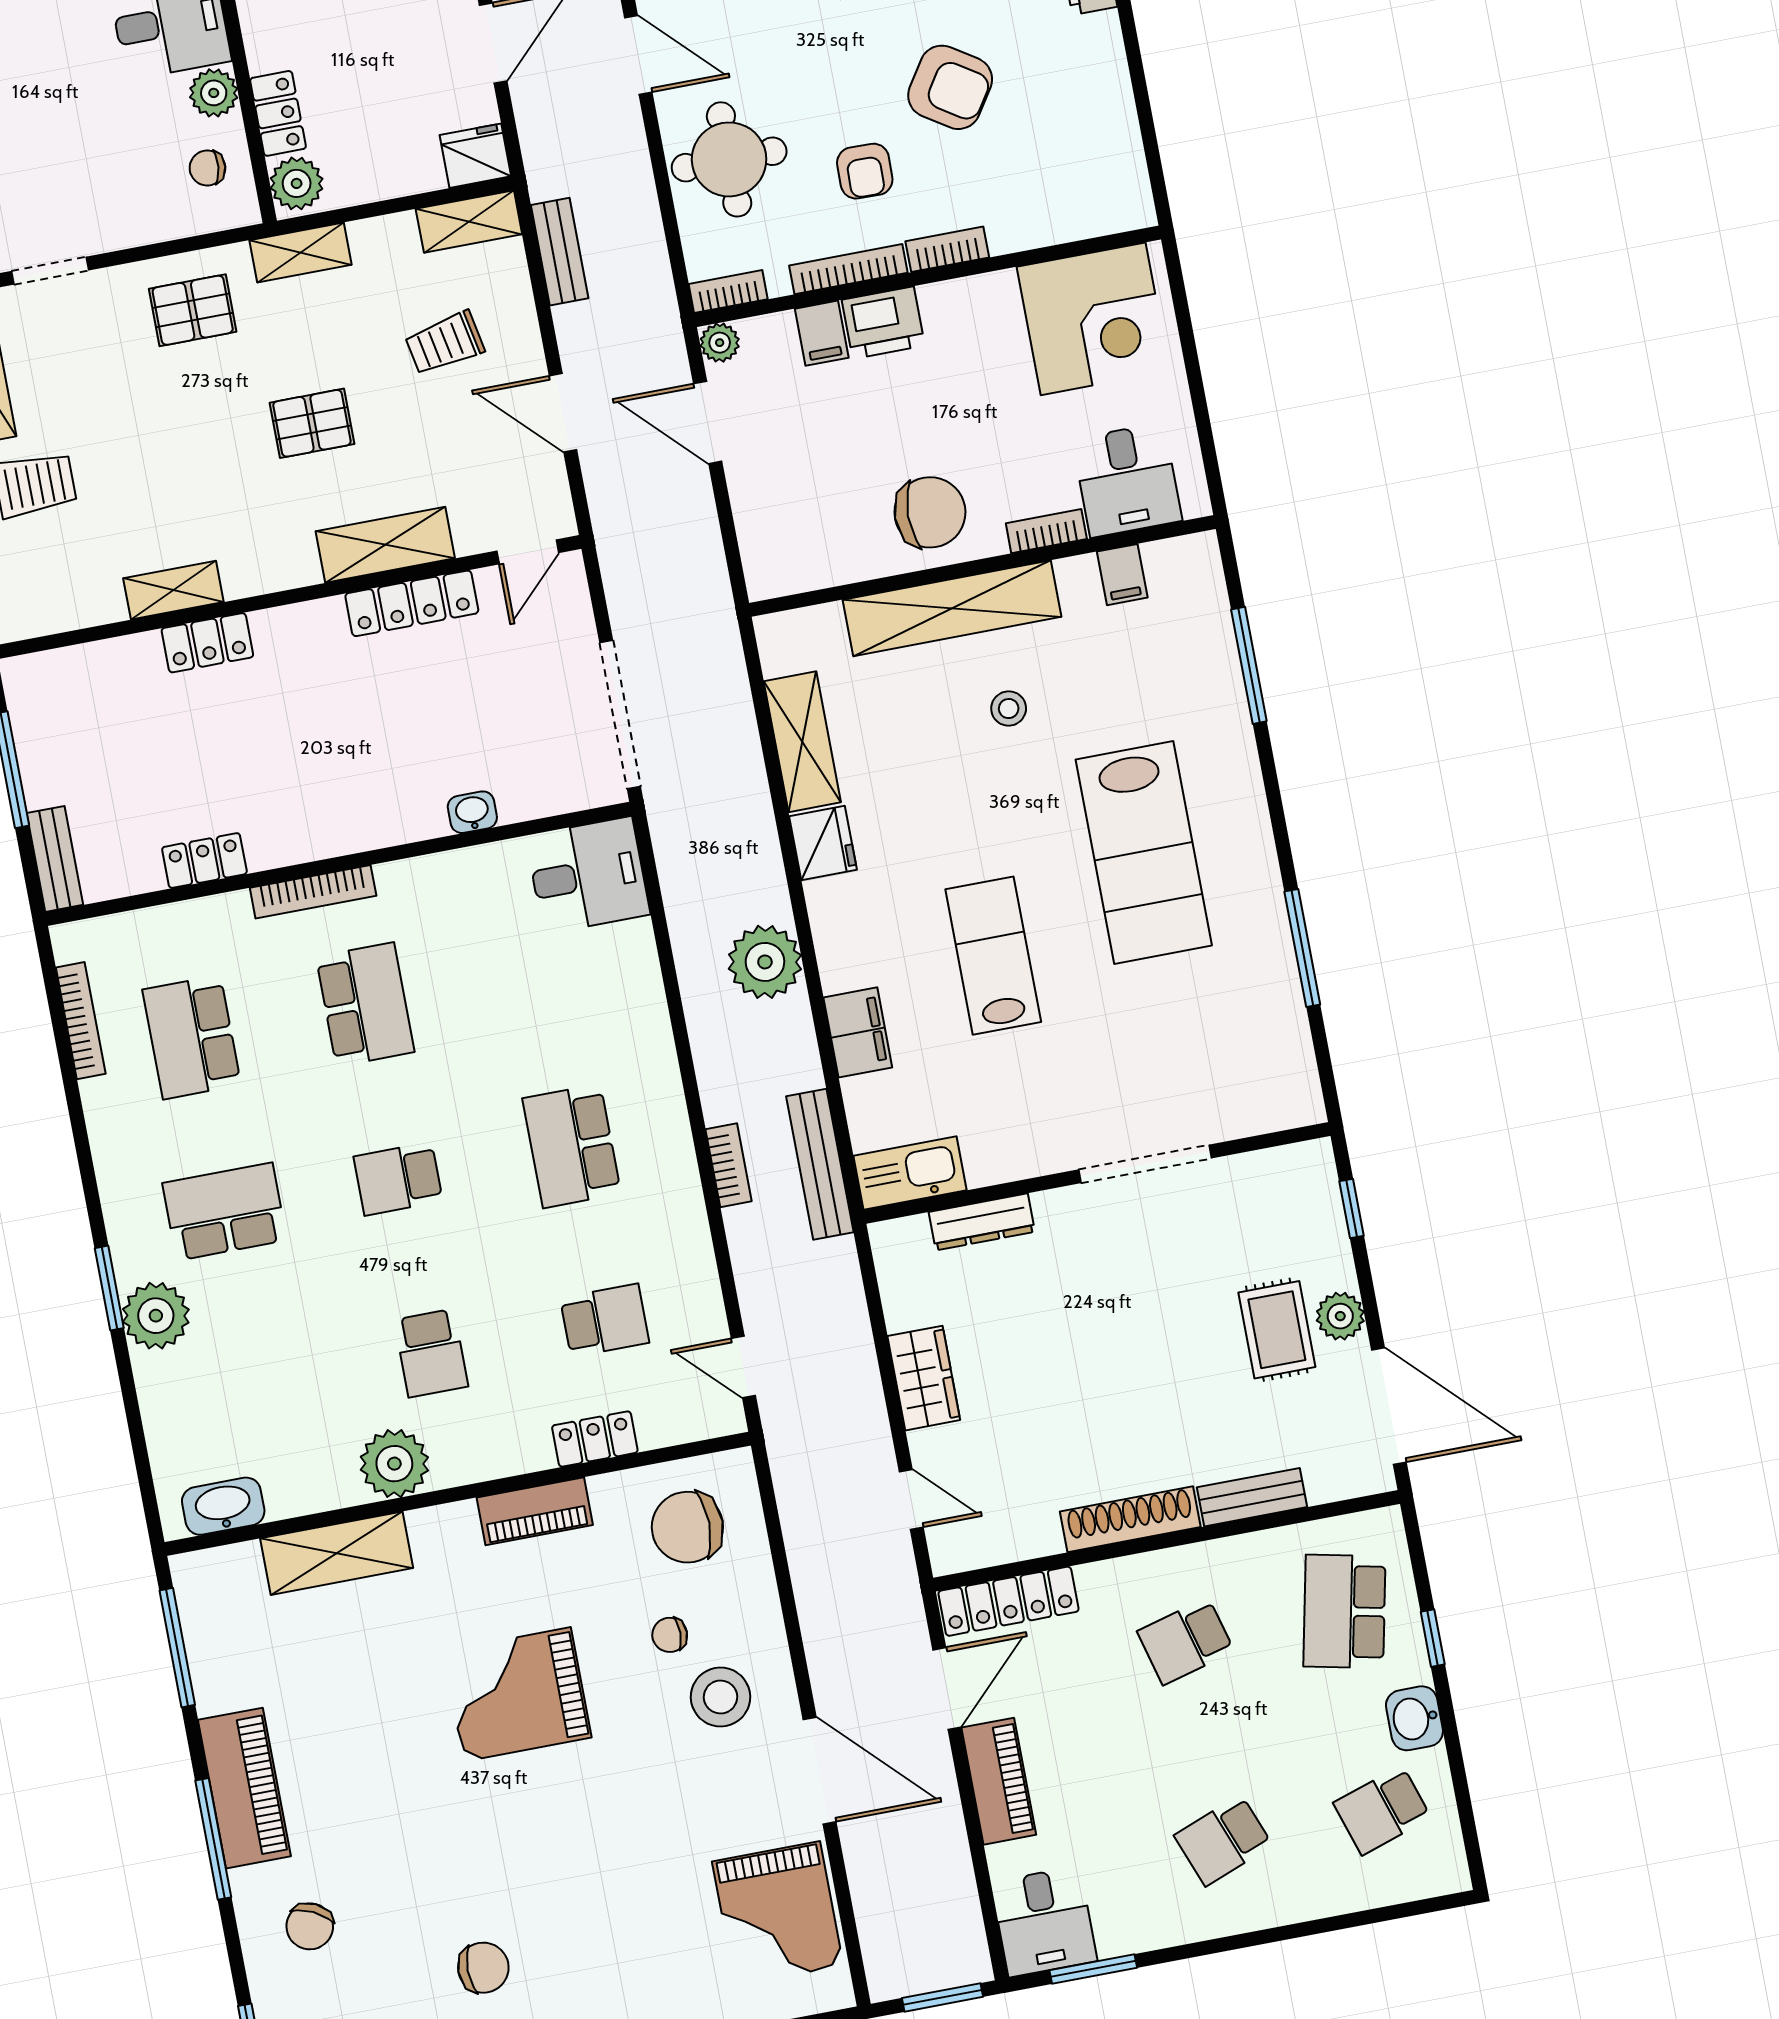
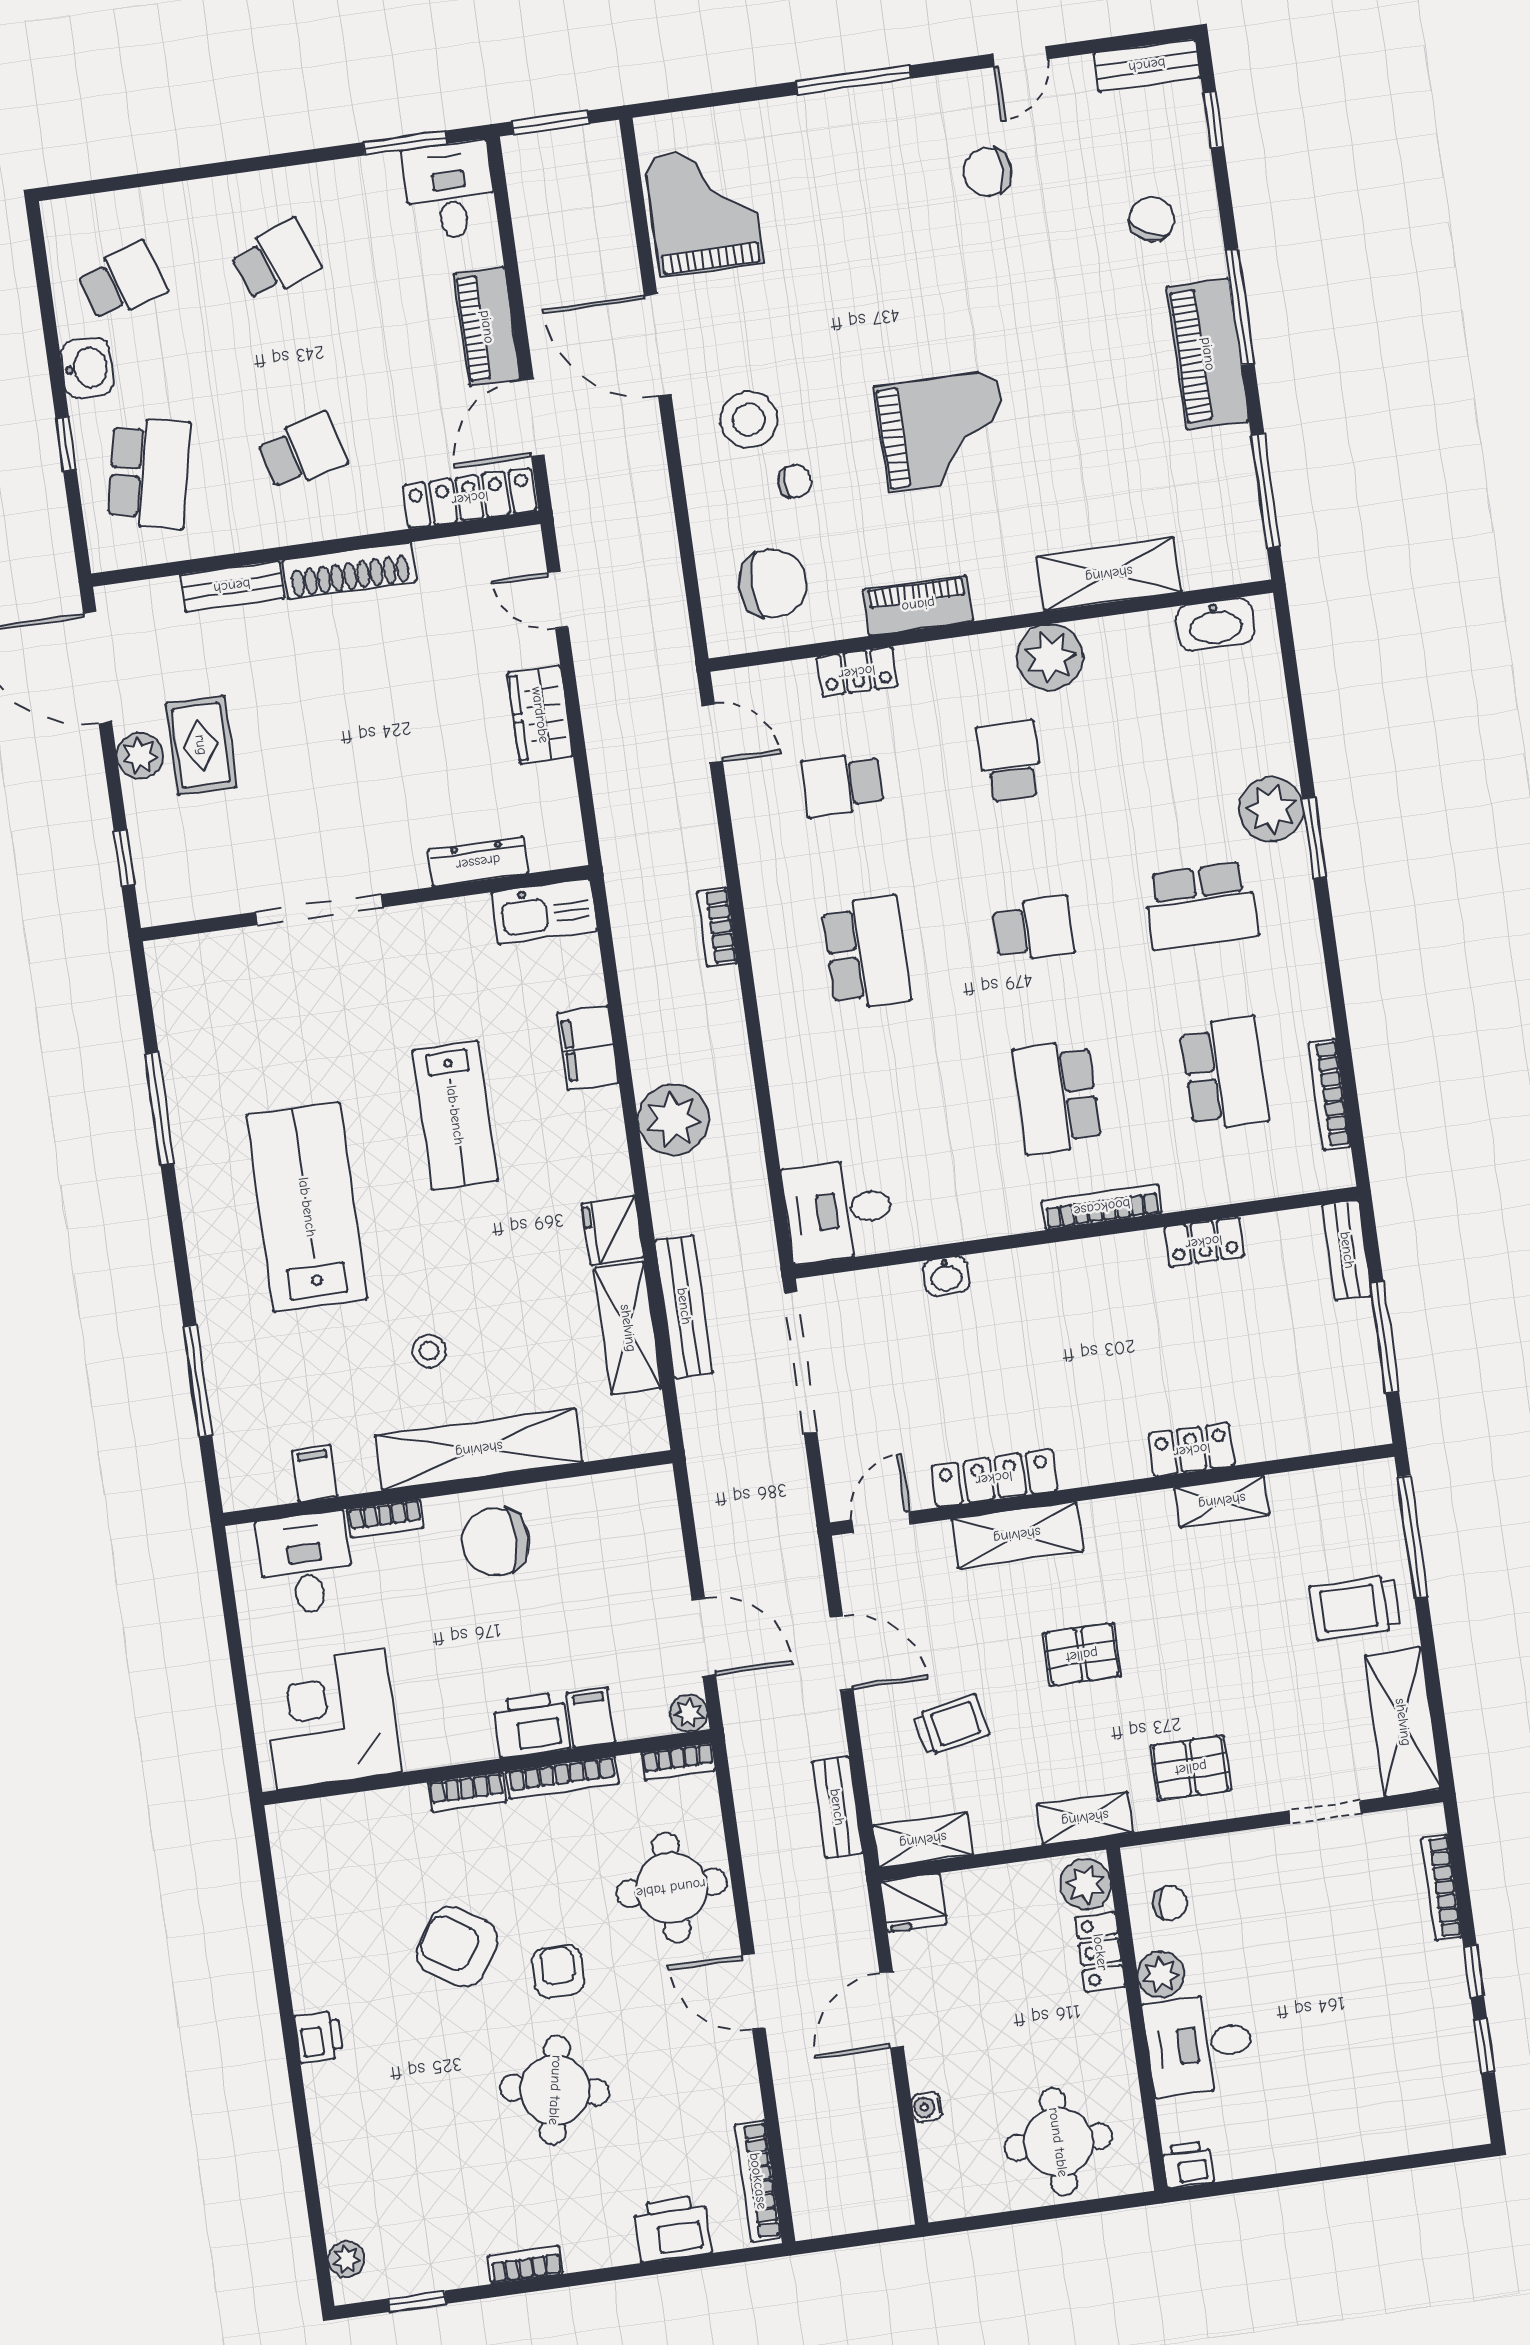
armchair: (865, 171) -> (558, 1971), moved
bench: (820, 1164) -> (684, 1306), moved

